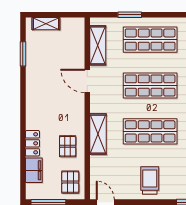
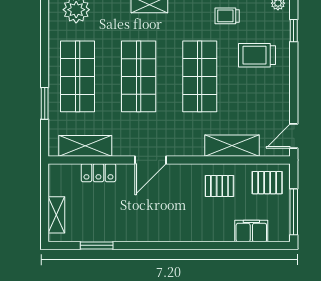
door: (87, 81) -> (150, 160), moved
shelving: (98, 134) -> (232, 146), moved
locker: (32, 143) -> (98, 173), moved, turned 180
trolley: (150, 180) -> (257, 55), moved

